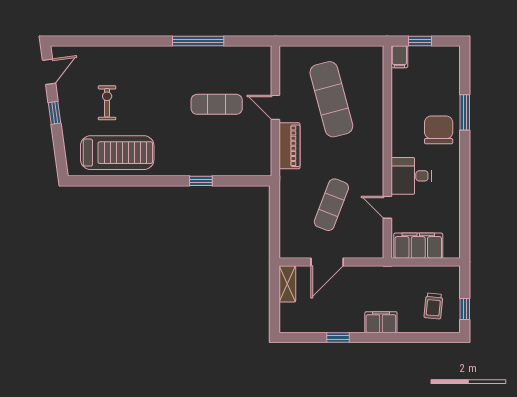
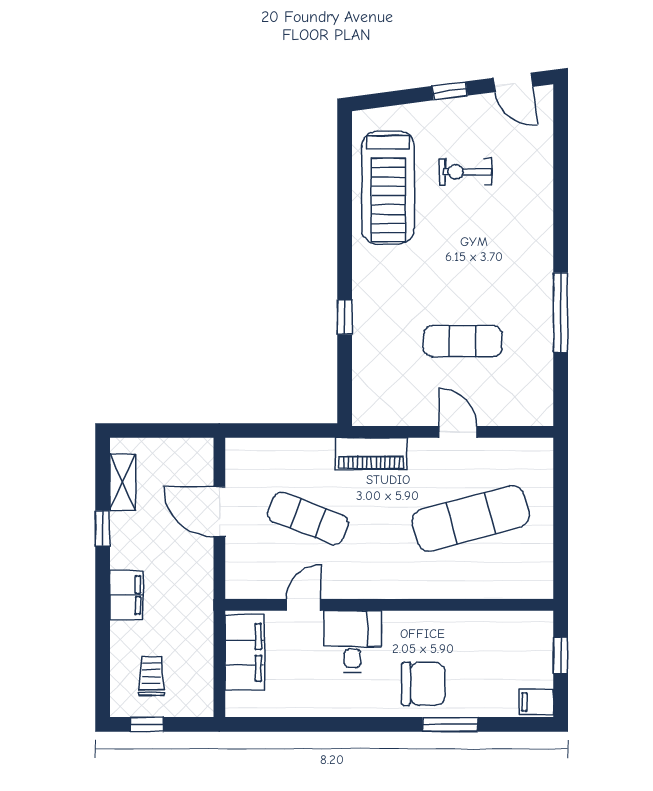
filing cabinet: (399, 57) -> (536, 702), moved
exercise bike: (107, 103) -> (465, 172), turned 180
exercise mat: (217, 104) -> (463, 341), turned 90
door: (275, 107) -> (458, 432), hinge flipped
piano: (290, 146) -> (371, 454), moved
shelving: (287, 284) -> (122, 482), moved, turned 90
trolley: (433, 306) -> (151, 676), turned 85

